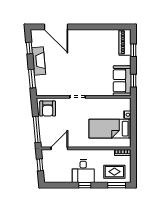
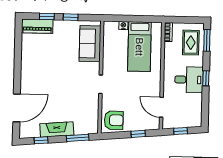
sofa: (122, 81) -> (90, 44), moved, turned 90
window: (133, 81) -> (71, 17), moved
window: (37, 129) -> (138, 134), width x0.46

